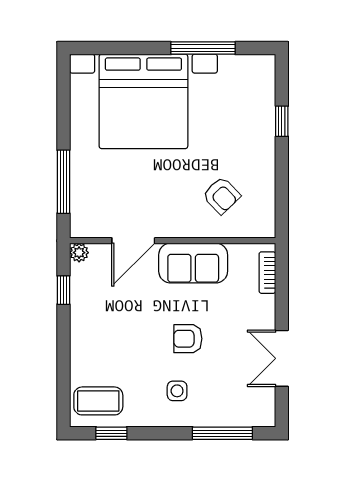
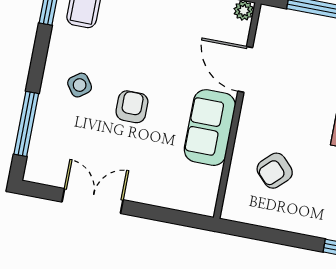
bookcase: (267, 273) -> (185, 203), removed
side table: (177, 391) -> (80, 85), turned -36

